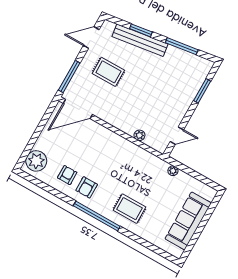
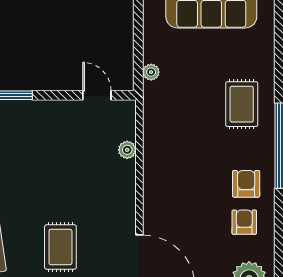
armchair: (67, 175) -> (244, 222), turned 90
armchair: (87, 187) -> (246, 184), turned -90

